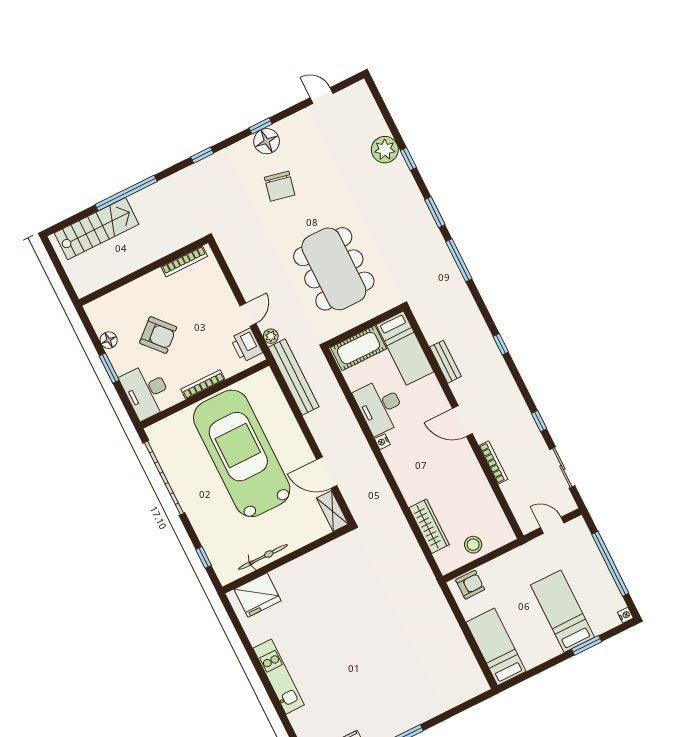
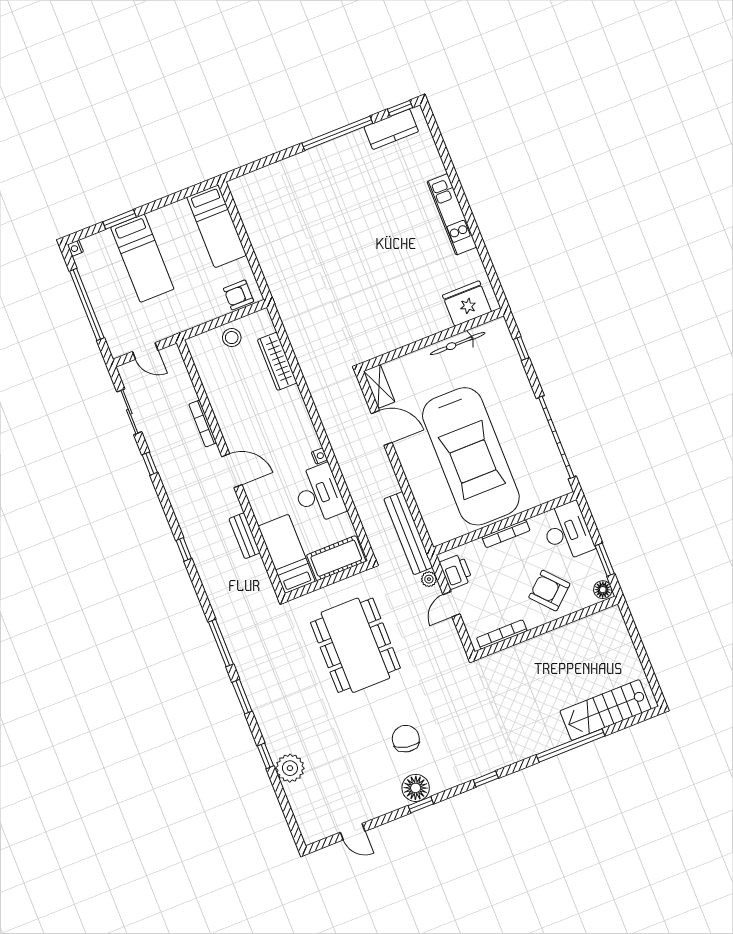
bookcase: (184, 261) -> (502, 634), moved
wall: (144, 271) -> (546, 628), moved

